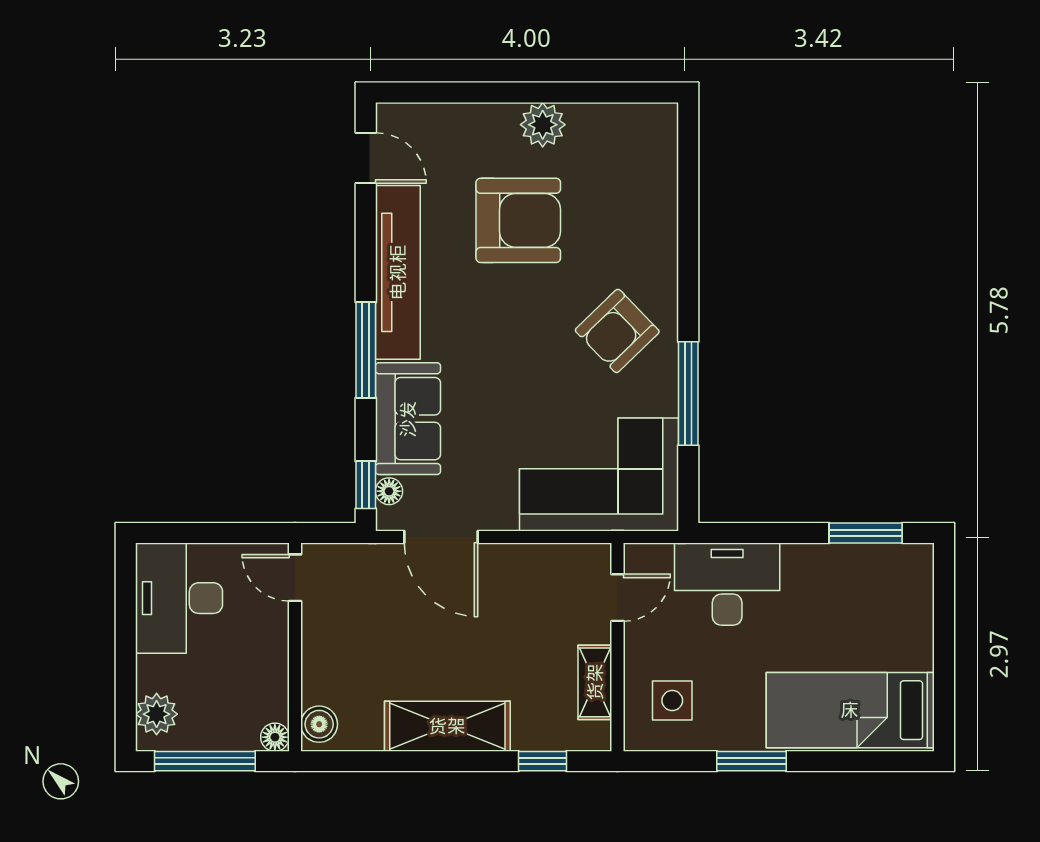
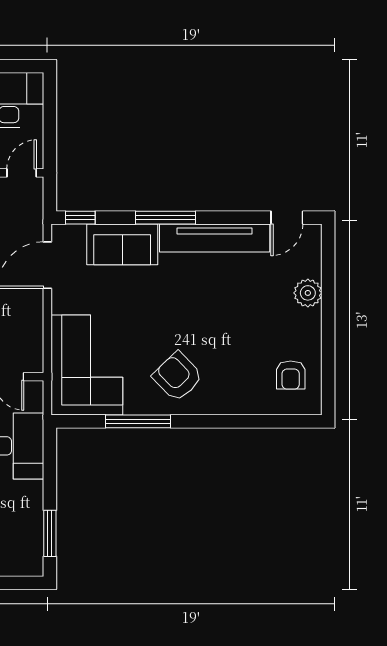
plant: (543, 125) -> (308, 293), moved
armchair: (518, 220) -> (291, 375), moved, width x0.53, depth x0.53
floor lamp: (389, 491) -> (76, 232), removed

